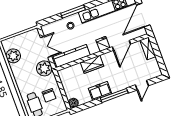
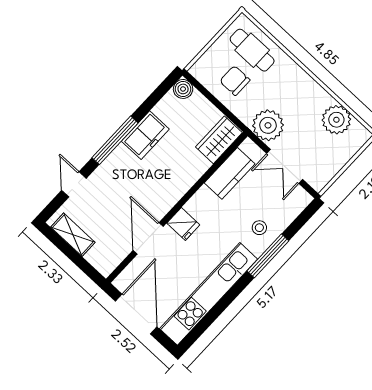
shelving: (148, 48) -> (73, 235), moved
kitchen counter: (72, 56) -> (230, 173), width x0.67
wardrobe: (92, 64) -> (219, 140), moved

